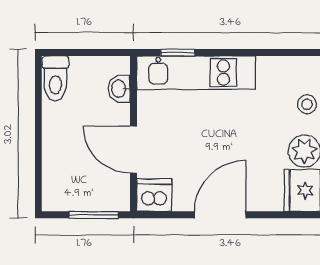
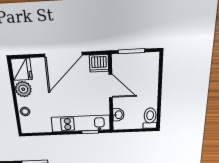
door: (220, 215) -> (63, 54), width x1.36

